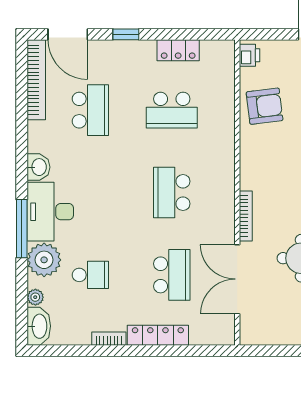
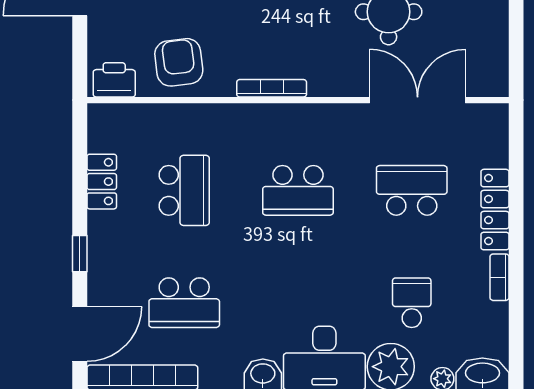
printer: (249, 55) -> (114, 80), width x1.36, depth x1.24
school desk: (90, 110) -> (184, 303), turned 180
bookcase: (246, 216) -> (272, 88), moved
double door: (237, 279) -> (418, 100), swing flipped

